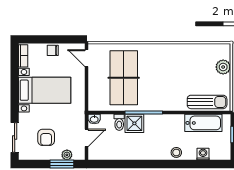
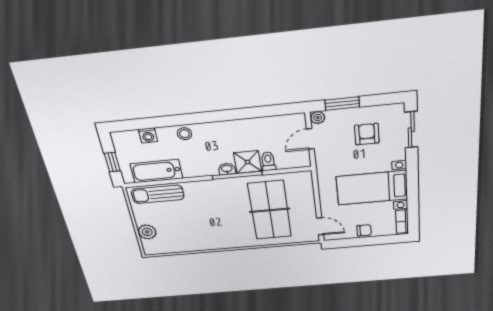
washbasin: (94, 119) -> (227, 169), moved
plant: (67, 155) -> (318, 118), moved

